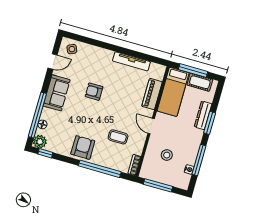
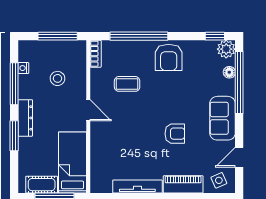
piano: (152, 94) -> (183, 184), moved, turned -90
dresser: (203, 115) -> (25, 118), moved

